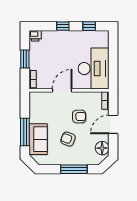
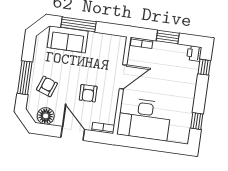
window: (63, 26) -> (204, 67), moved
door: (62, 90) -> (123, 77), hinge flipped
armchair: (68, 139) -> (47, 86), moved

